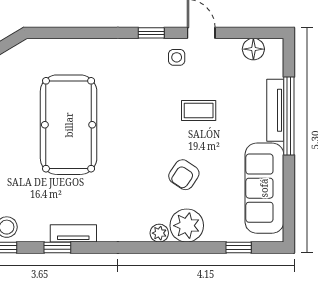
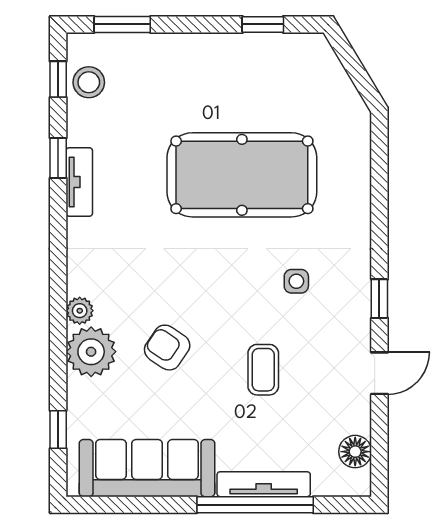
side table: (177, 57) -> (296, 281), moved

